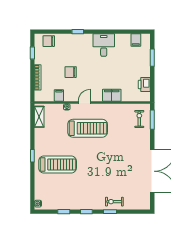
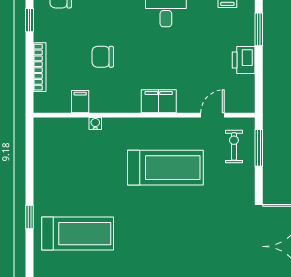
printer: (144, 84) -> (244, 60), moved
filing cabinet: (112, 95) -> (159, 101), moved
door: (84, 103) -> (213, 115), moved
shelving: (39, 117) -> (42, 142), removed
treadmill: (88, 128) -> (165, 168), moved

